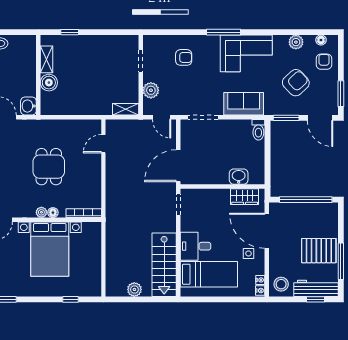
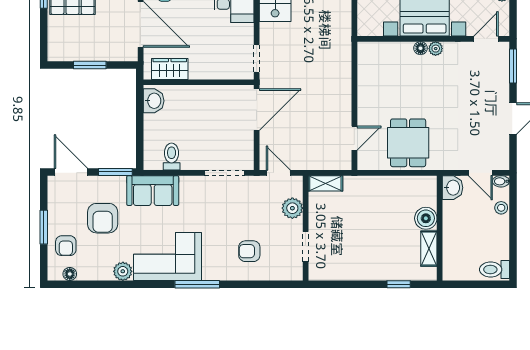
plant: (296, 42) -> (123, 271), moved
armchair: (296, 83) -> (103, 218), turned -47
window: (341, 94) -> (44, 227), moved
sofa: (244, 104) -> (153, 191), moved
toilet: (258, 130) -> (172, 157), moved
dining table: (49, 167) -> (408, 143), moved
washbasin: (239, 177) -> (154, 101), moved, turned -90
window: (306, 200) -> (90, 65), width x0.47
bookcase: (84, 213) -> (380, 47), removed

